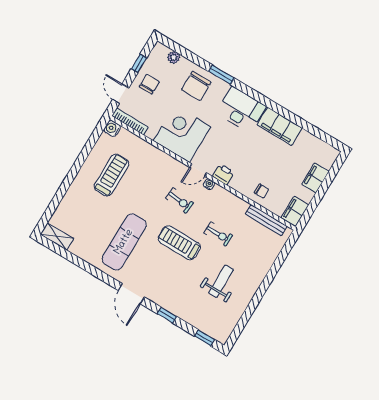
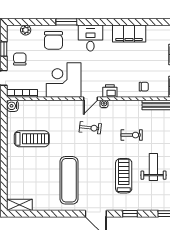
desk: (241, 110) -> (90, 38), width x0.73
treadmill: (112, 175) -> (32, 139), turned 90
treadmill: (179, 243) -> (124, 176), moved, turned 90

